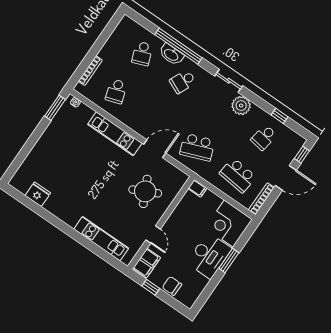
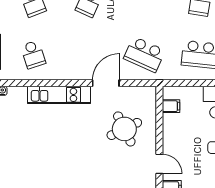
school desk: (197, 147) -> (144, 54), turned 45
filing cabinet: (197, 188) -> (171, 106), moved

